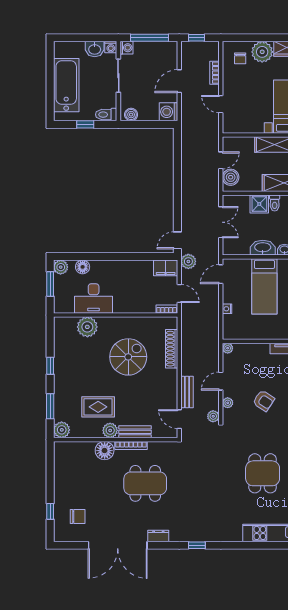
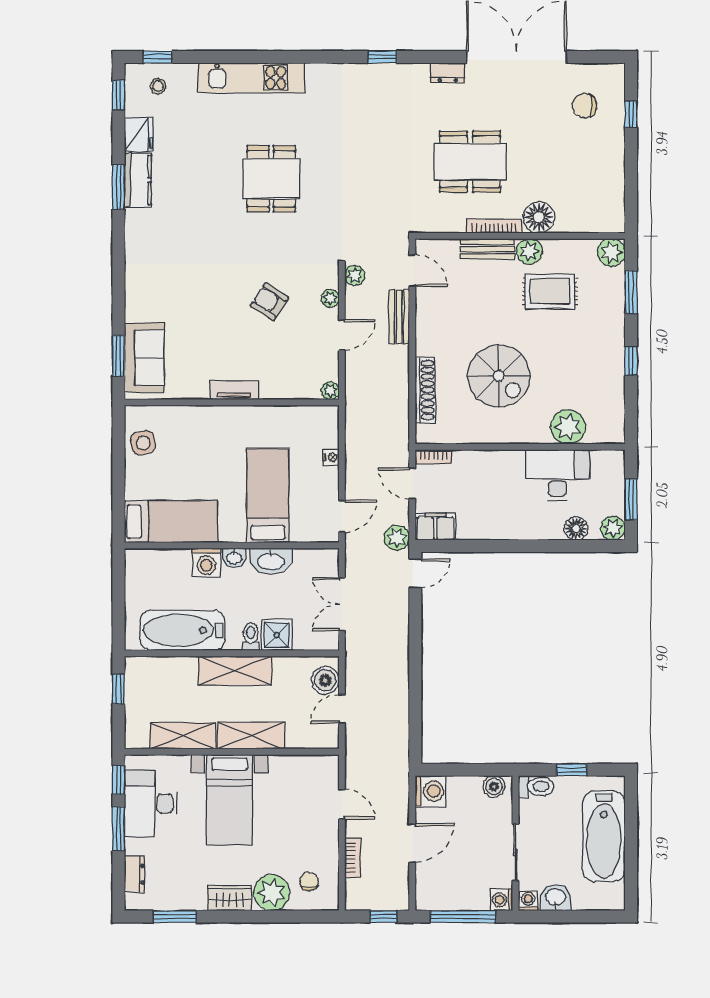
spiral stairs: (128, 357) -> (499, 376), turned -90

